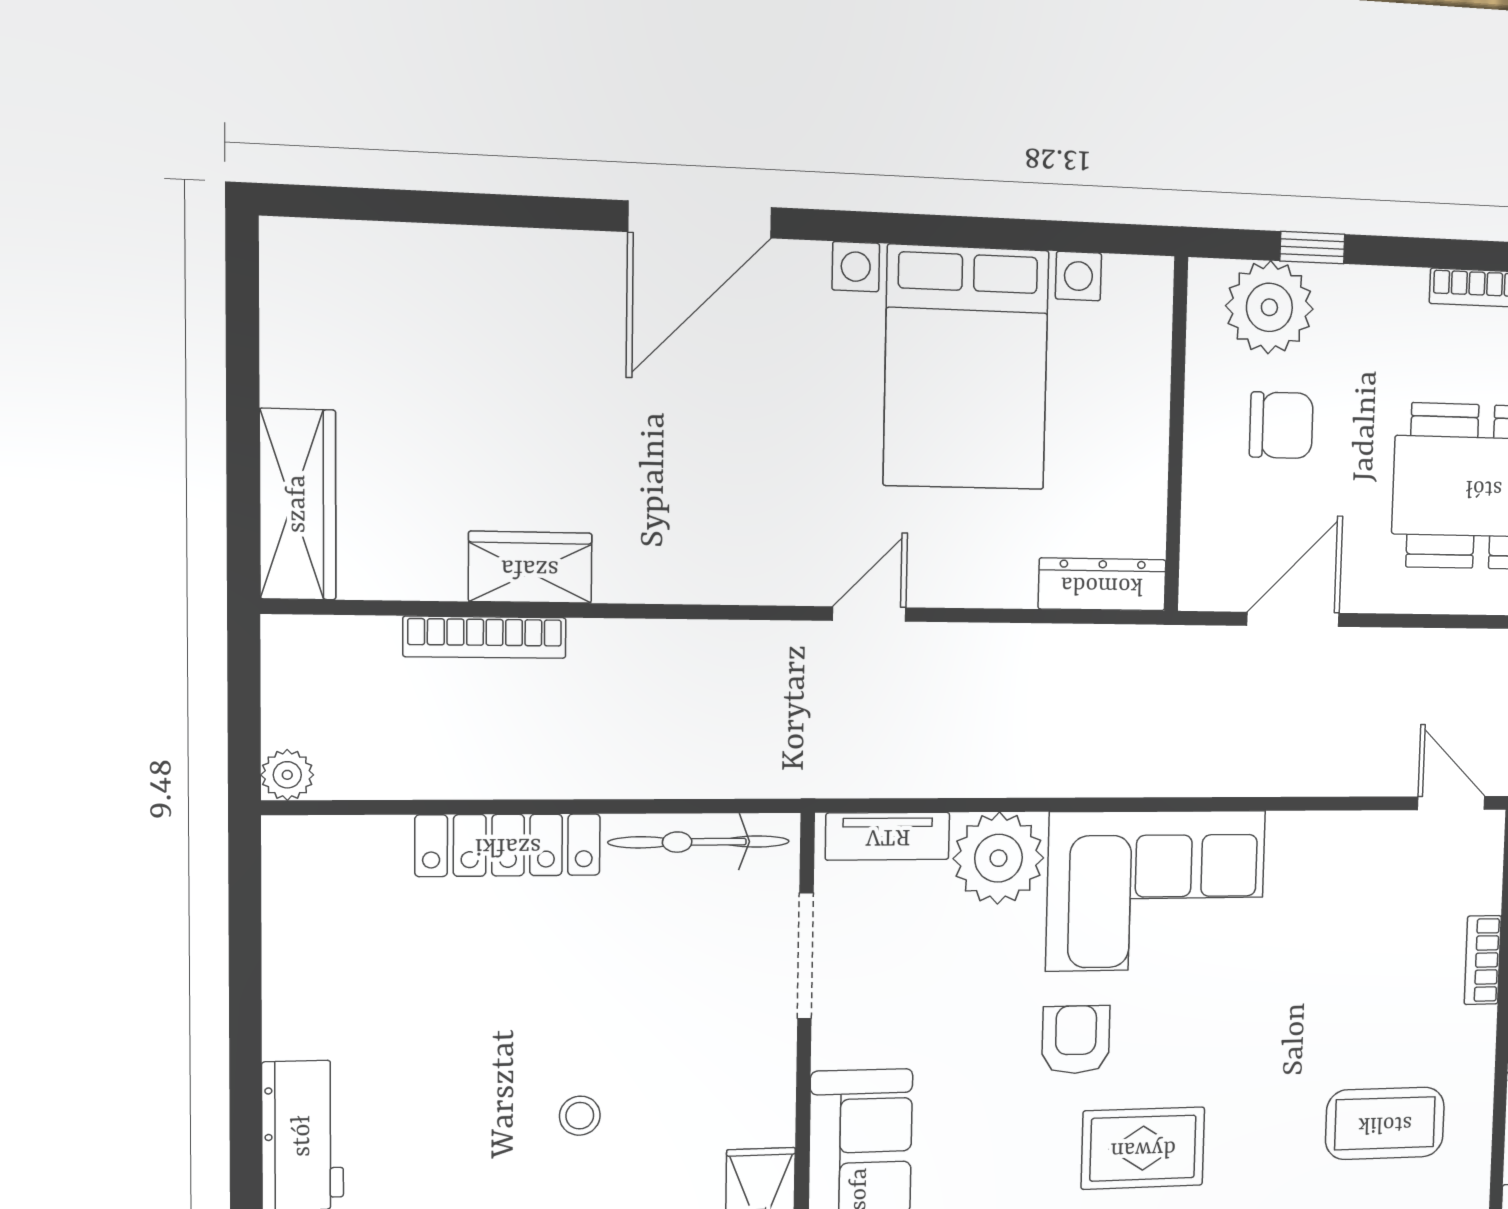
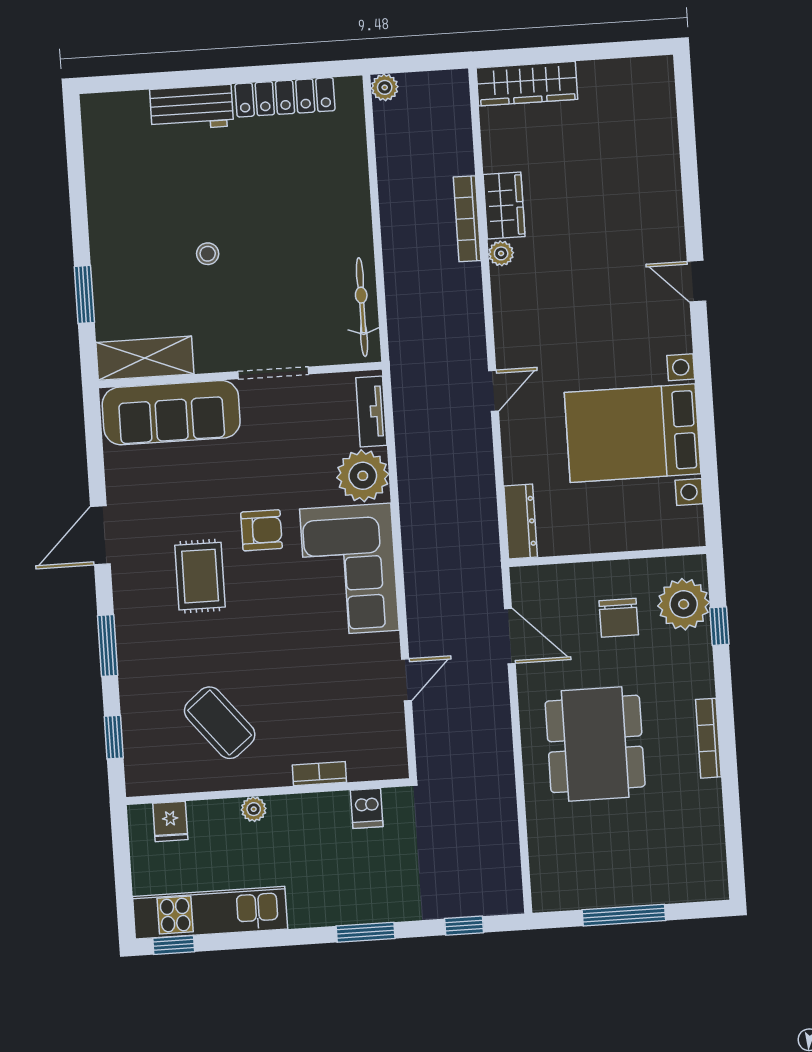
door: (700, 220) -> (696, 281), width x0.53
plant: (620, 580) -> (501, 253), added
door: (869, 614) -> (494, 391), hinge flipped
bookcase: (485, 637) -> (467, 219), moved
door: (1451, 803) -> (406, 680), moved
locker: (508, 845) -> (285, 97), moved, turned -90
doorway: (805, 956) -> (273, 373), moved
coffee table: (1385, 1123) -> (220, 723), turned -39

